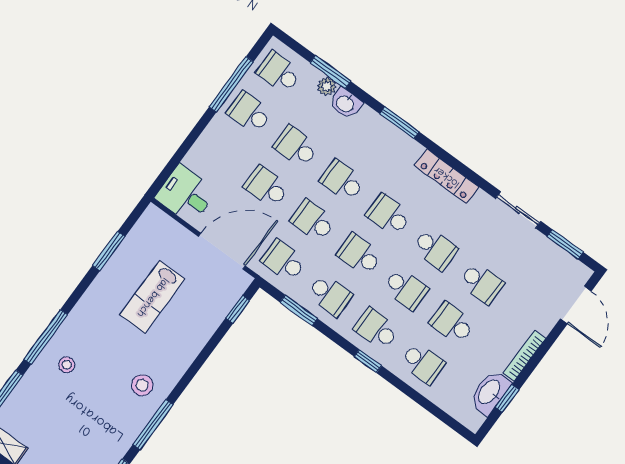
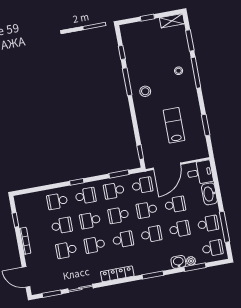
school desk: (313, 221) -> (147, 210), turned 180
school desk: (359, 255) -> (118, 215), turned 180
washbasin: (490, 392) -> (209, 194), moved, turned 180

